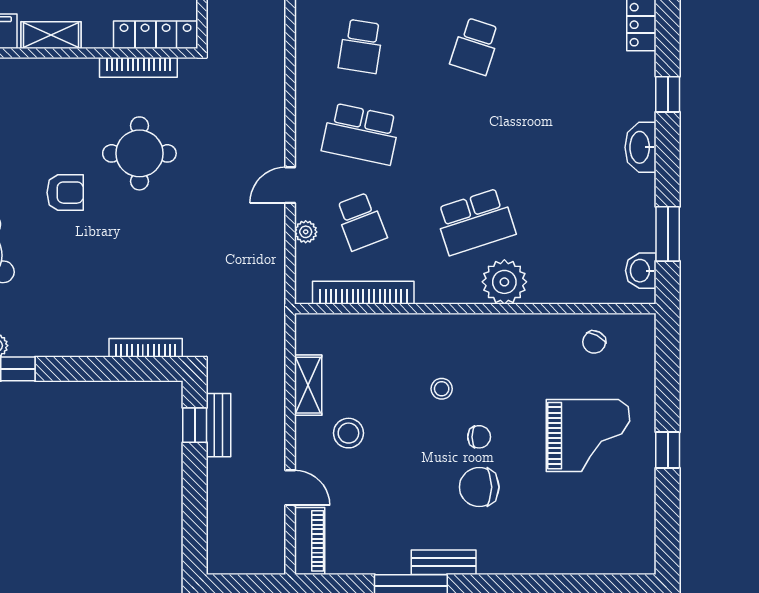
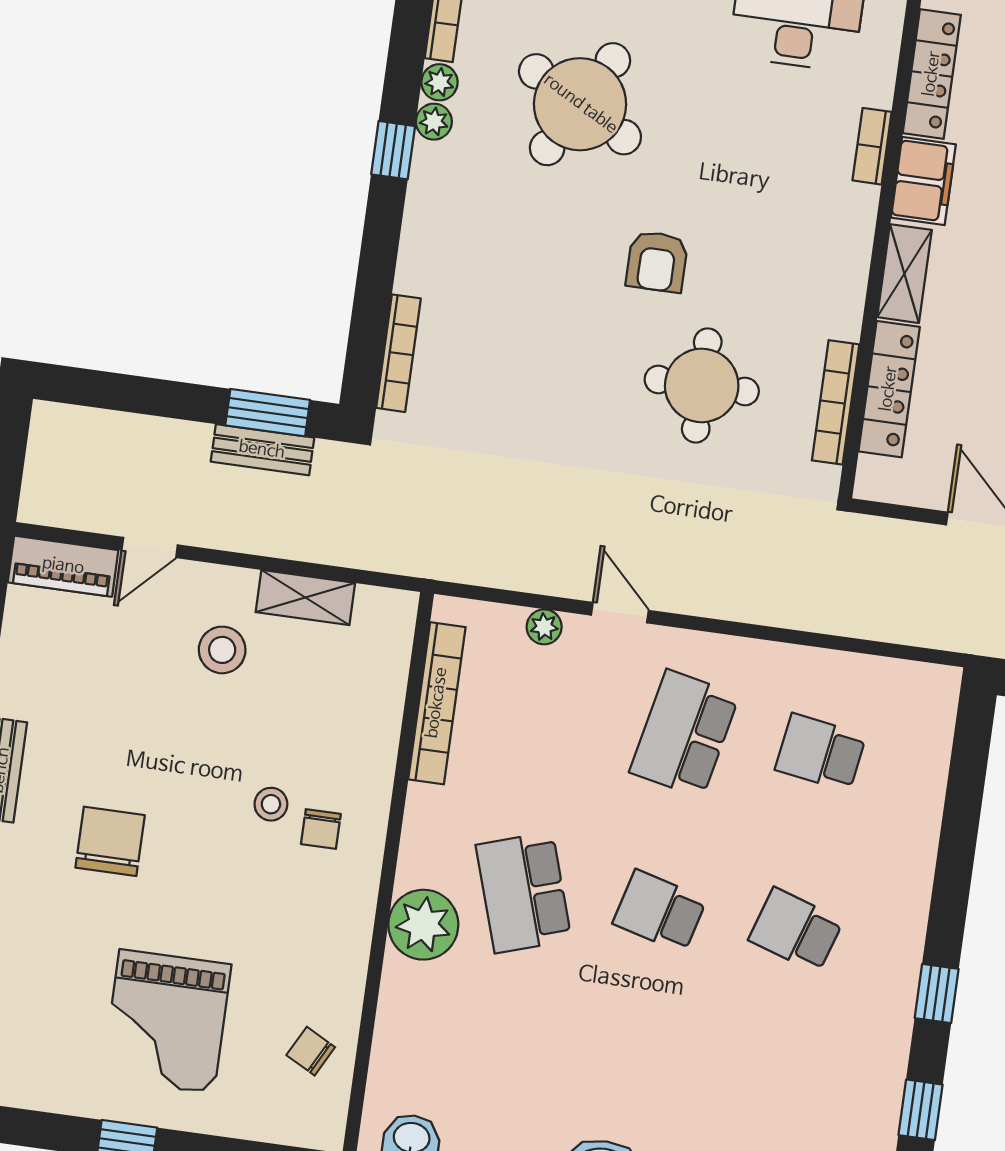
locker: (156, 35) -> (889, 389), moved
school desk: (361, 221) -> (660, 911), moved, turned 36
window: (195, 425) -> (268, 413), width x1.50
chair: (479, 437) -> (321, 829), moved

